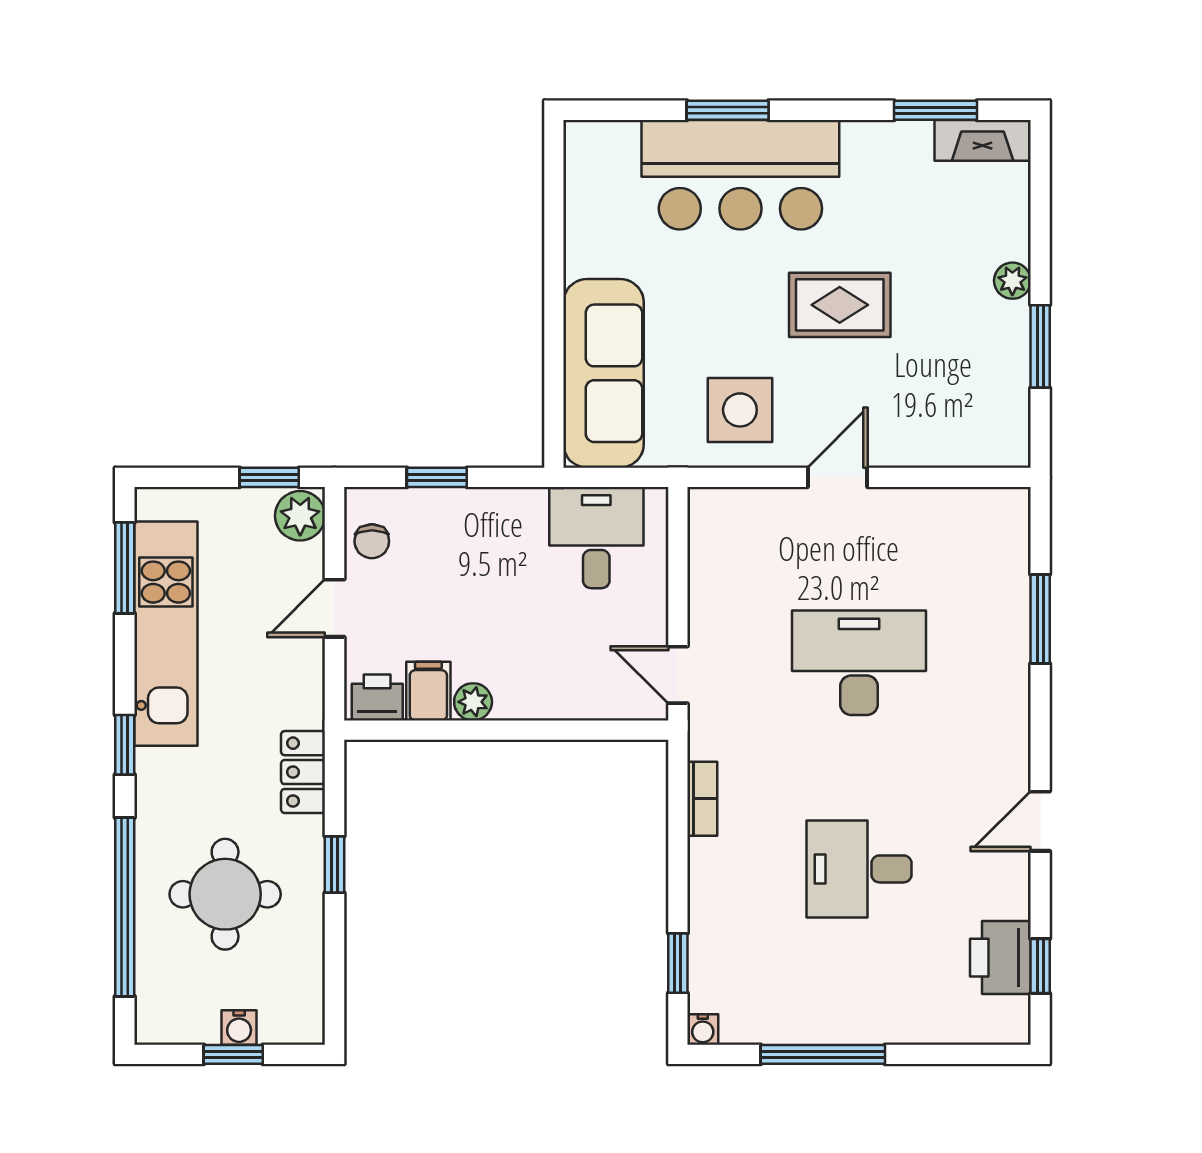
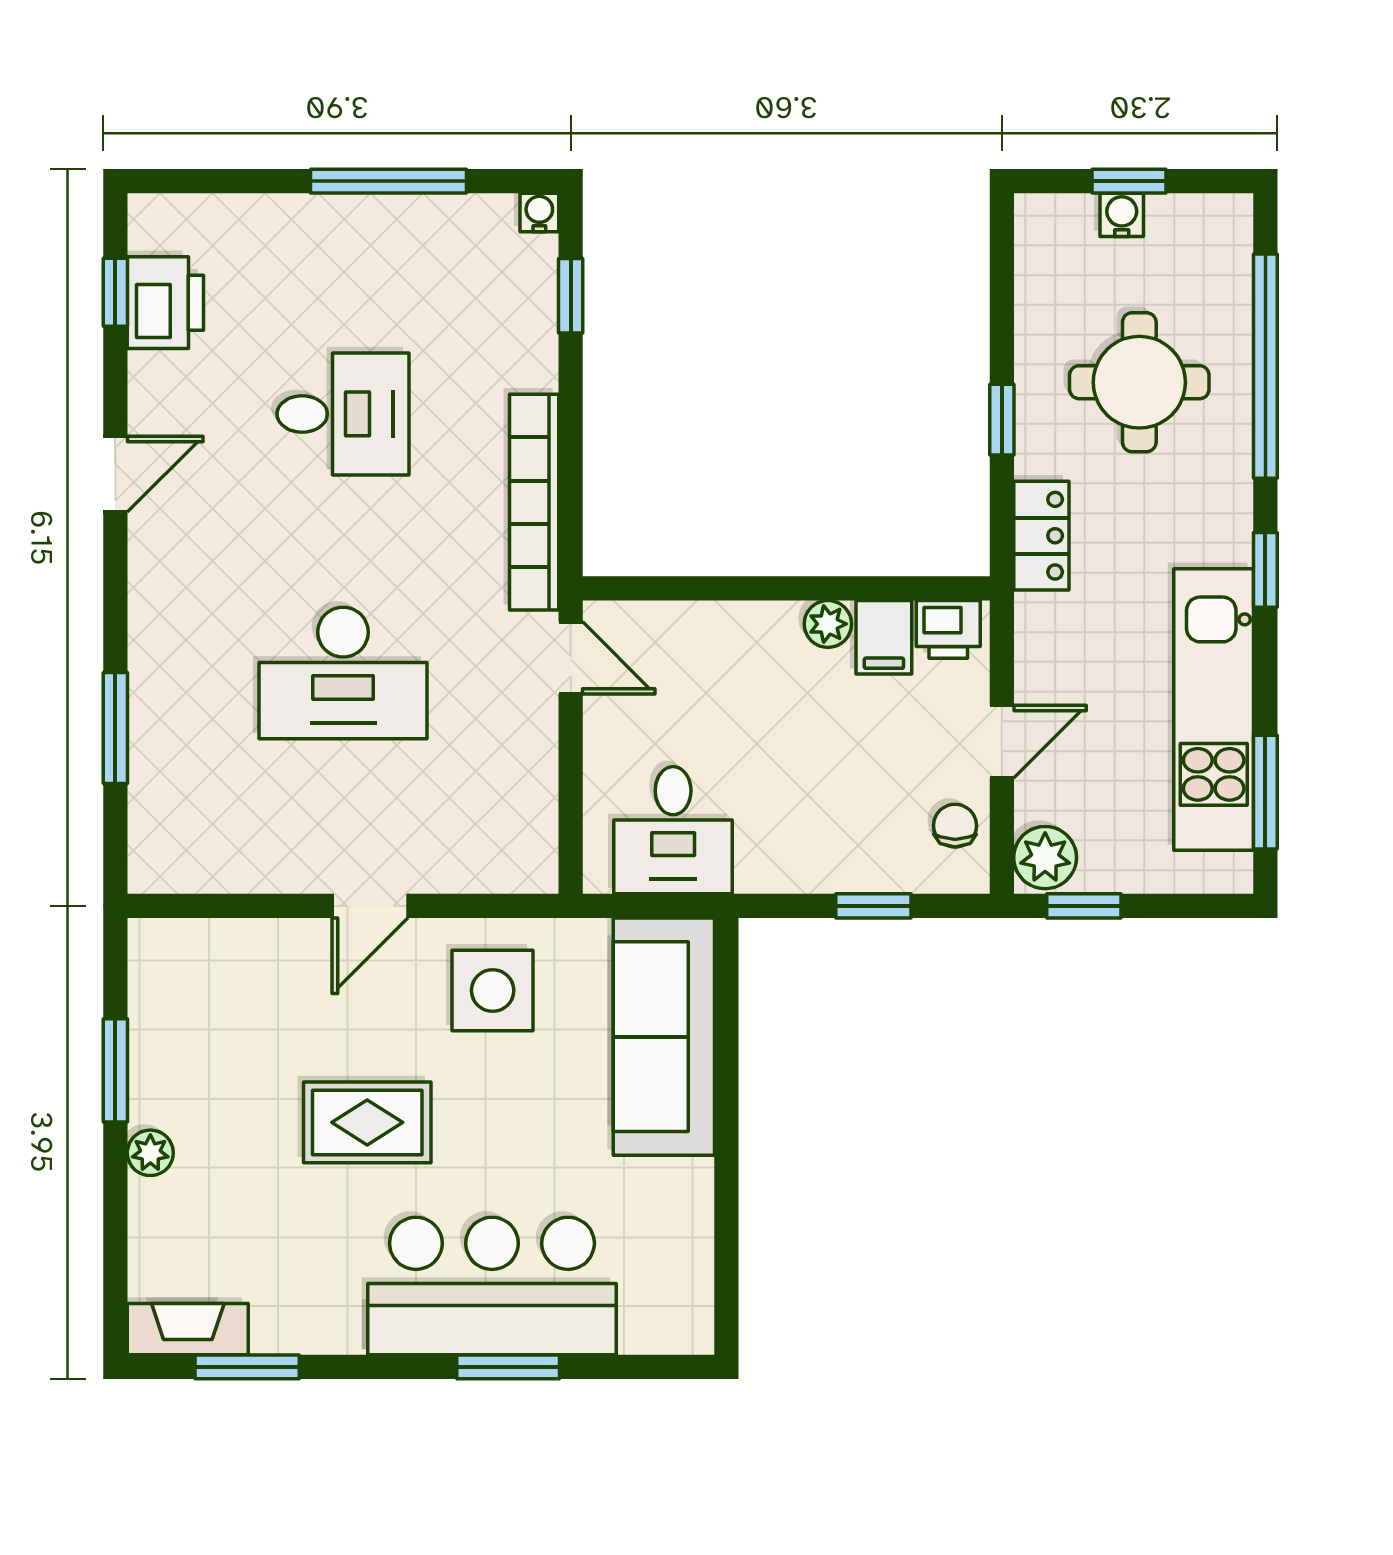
bookcase: (702, 799) -> (534, 502), width x2.31, depth x1.31

